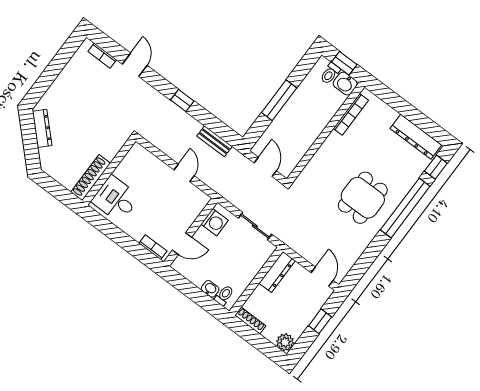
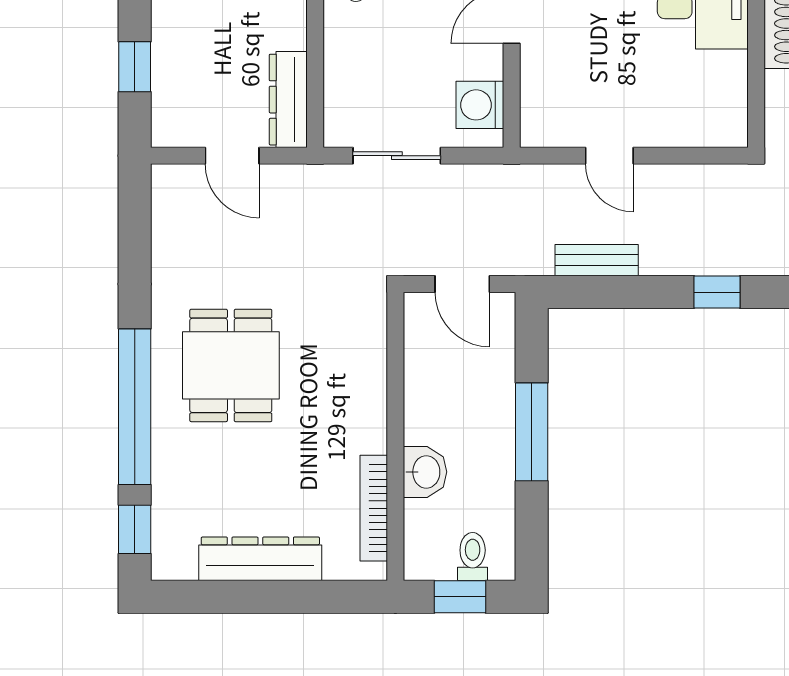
washbasin: (345, 84) -> (425, 472), moved, turned 90
dresser: (416, 137) -> (260, 559), moved
door: (322, 277) -> (232, 156), moved

